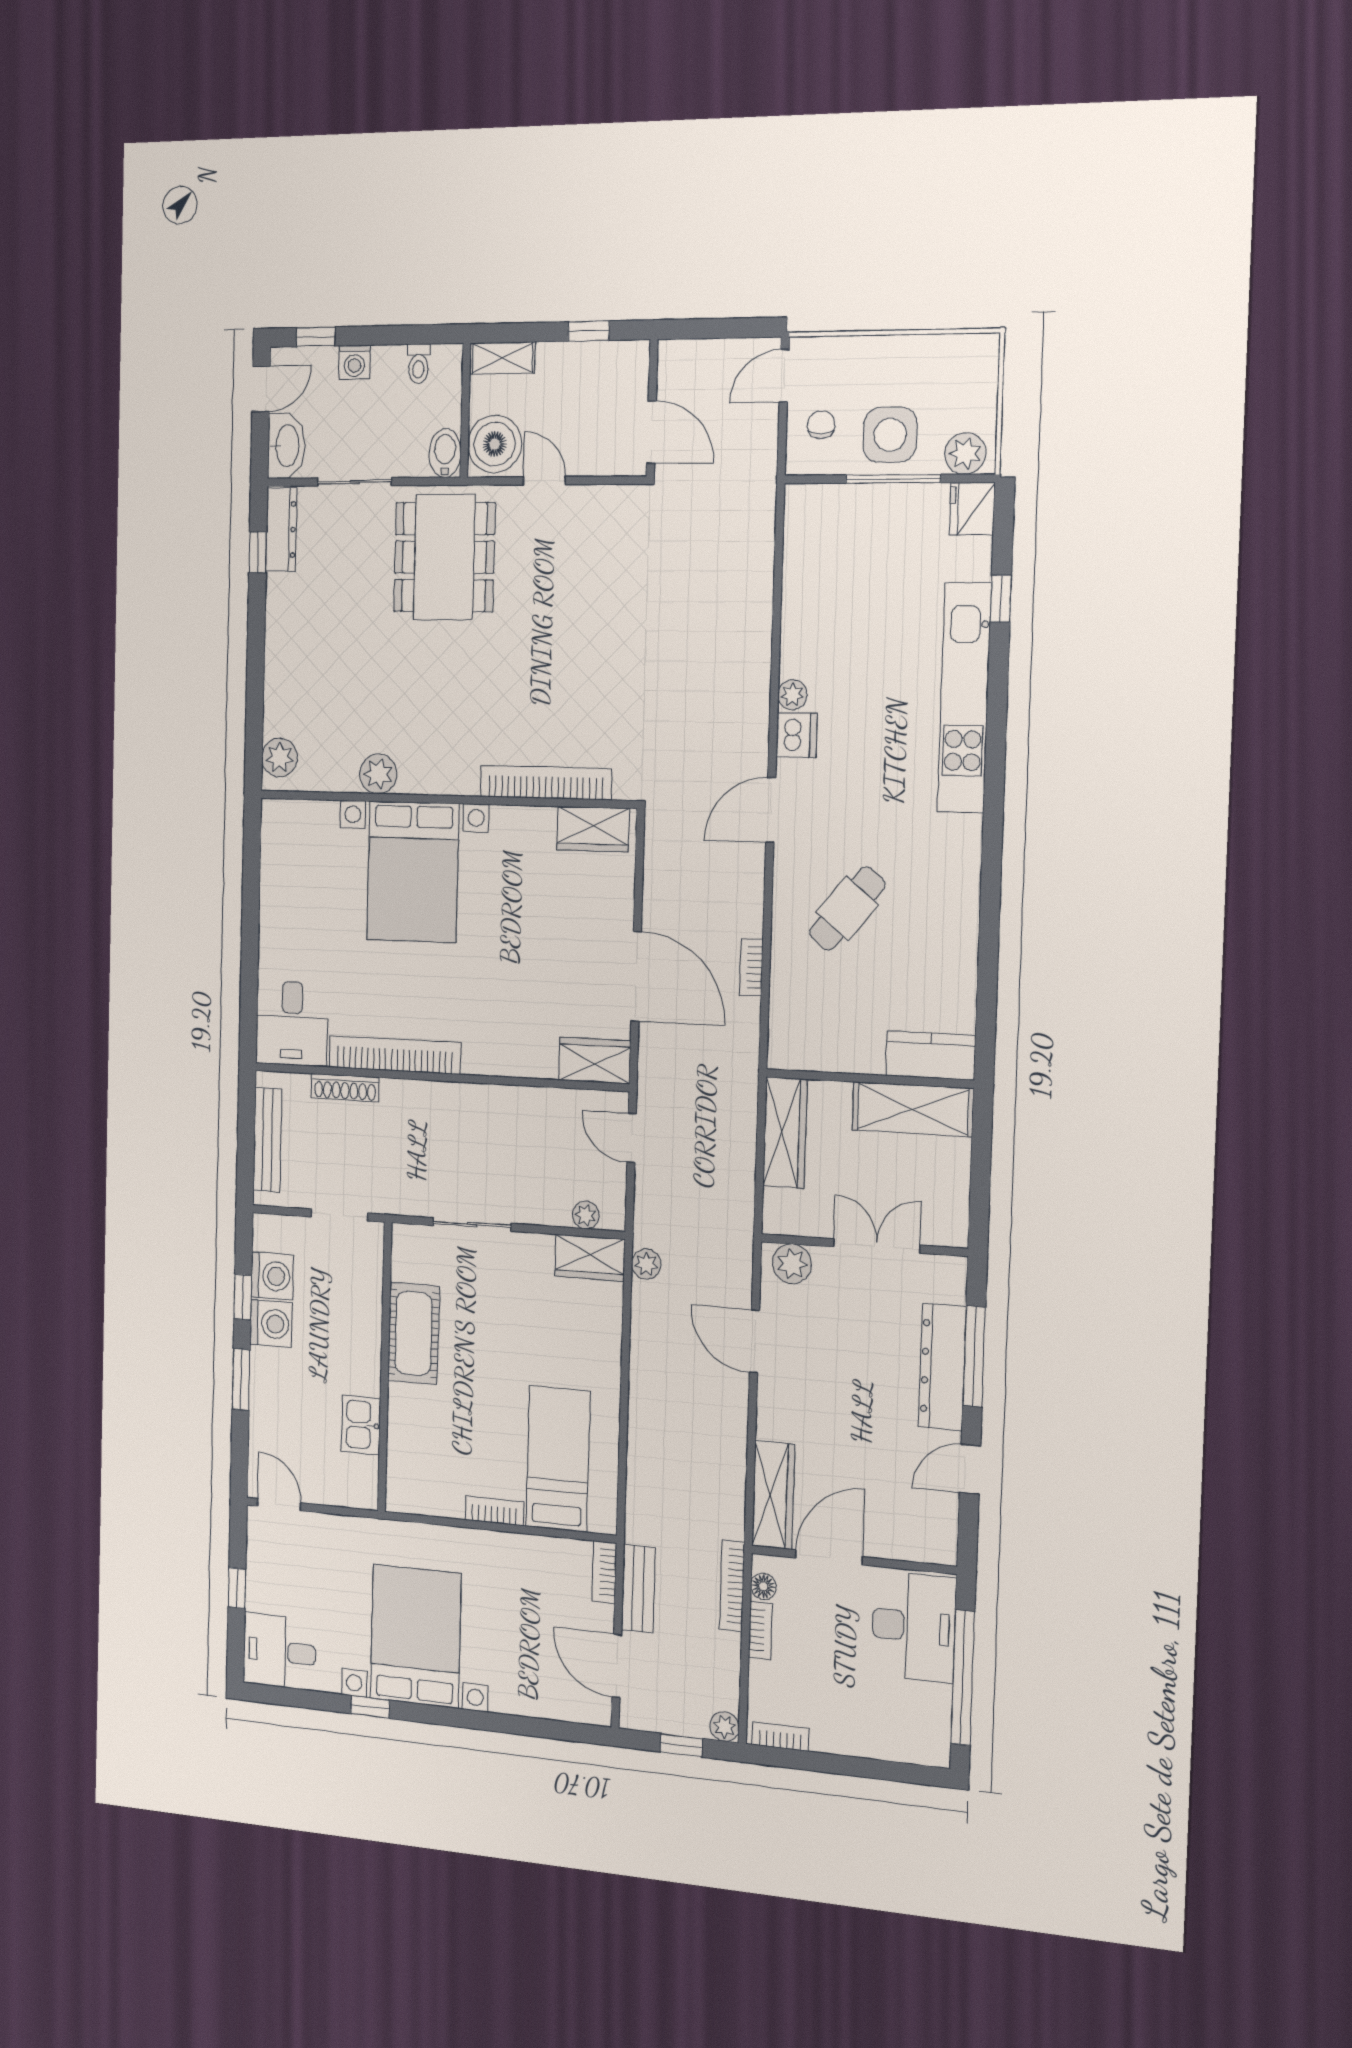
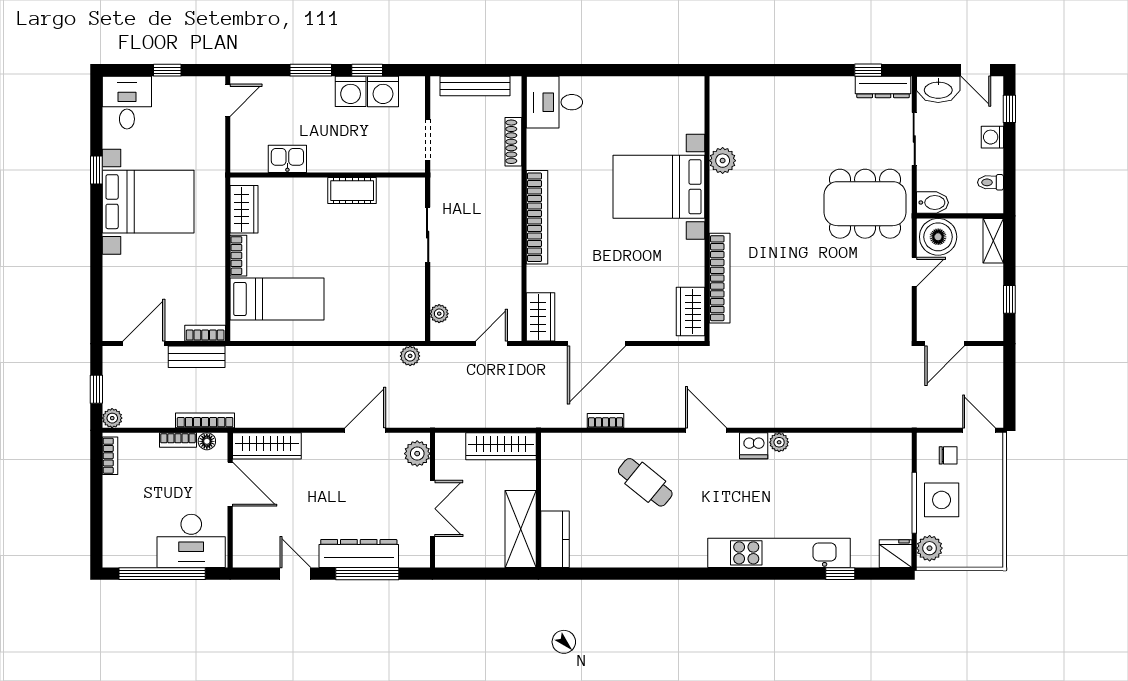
plant: (280, 758) -> (732, 89), removed
bookcase: (395, 1055) -> (537, 217), moved
wardrobe: (590, 1258) -> (244, 209), moved, turned 180
cot: (414, 1333) -> (352, 191), width x0.73, depth x0.75

